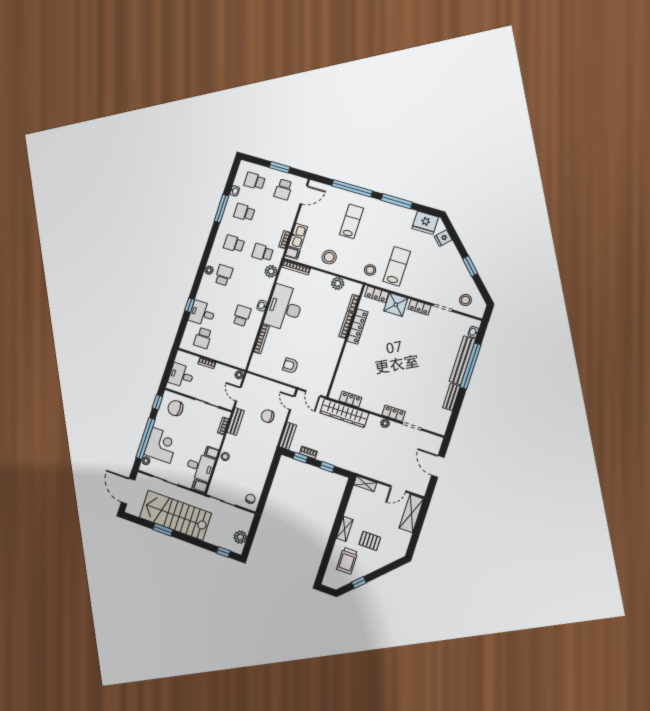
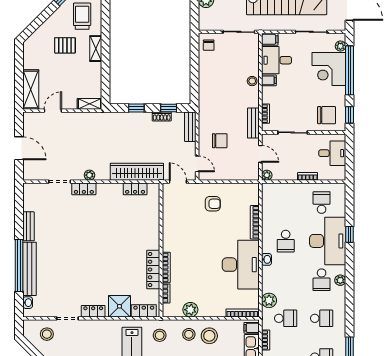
stool: (346, 263) -> (189, 334), added
desk: (202, 313) -> (328, 241), width x1.87, depth x1.30

